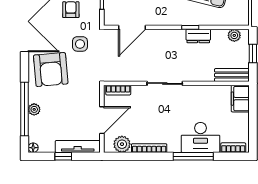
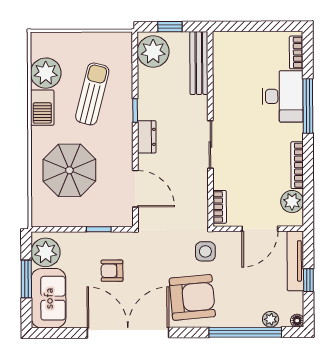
plant: (234, 35) -> (153, 52), width x1.87, depth x1.87
dresser: (198, 36) -> (147, 137), moved
side table: (80, 44) -> (205, 251), moved
bench: (232, 75) -> (199, 63), width x1.36
filing cabinet: (240, 99) -> (230, 43), removed
plant: (34, 109) -> (271, 319), moved
door: (102, 120) -> (260, 229), swing flipped

